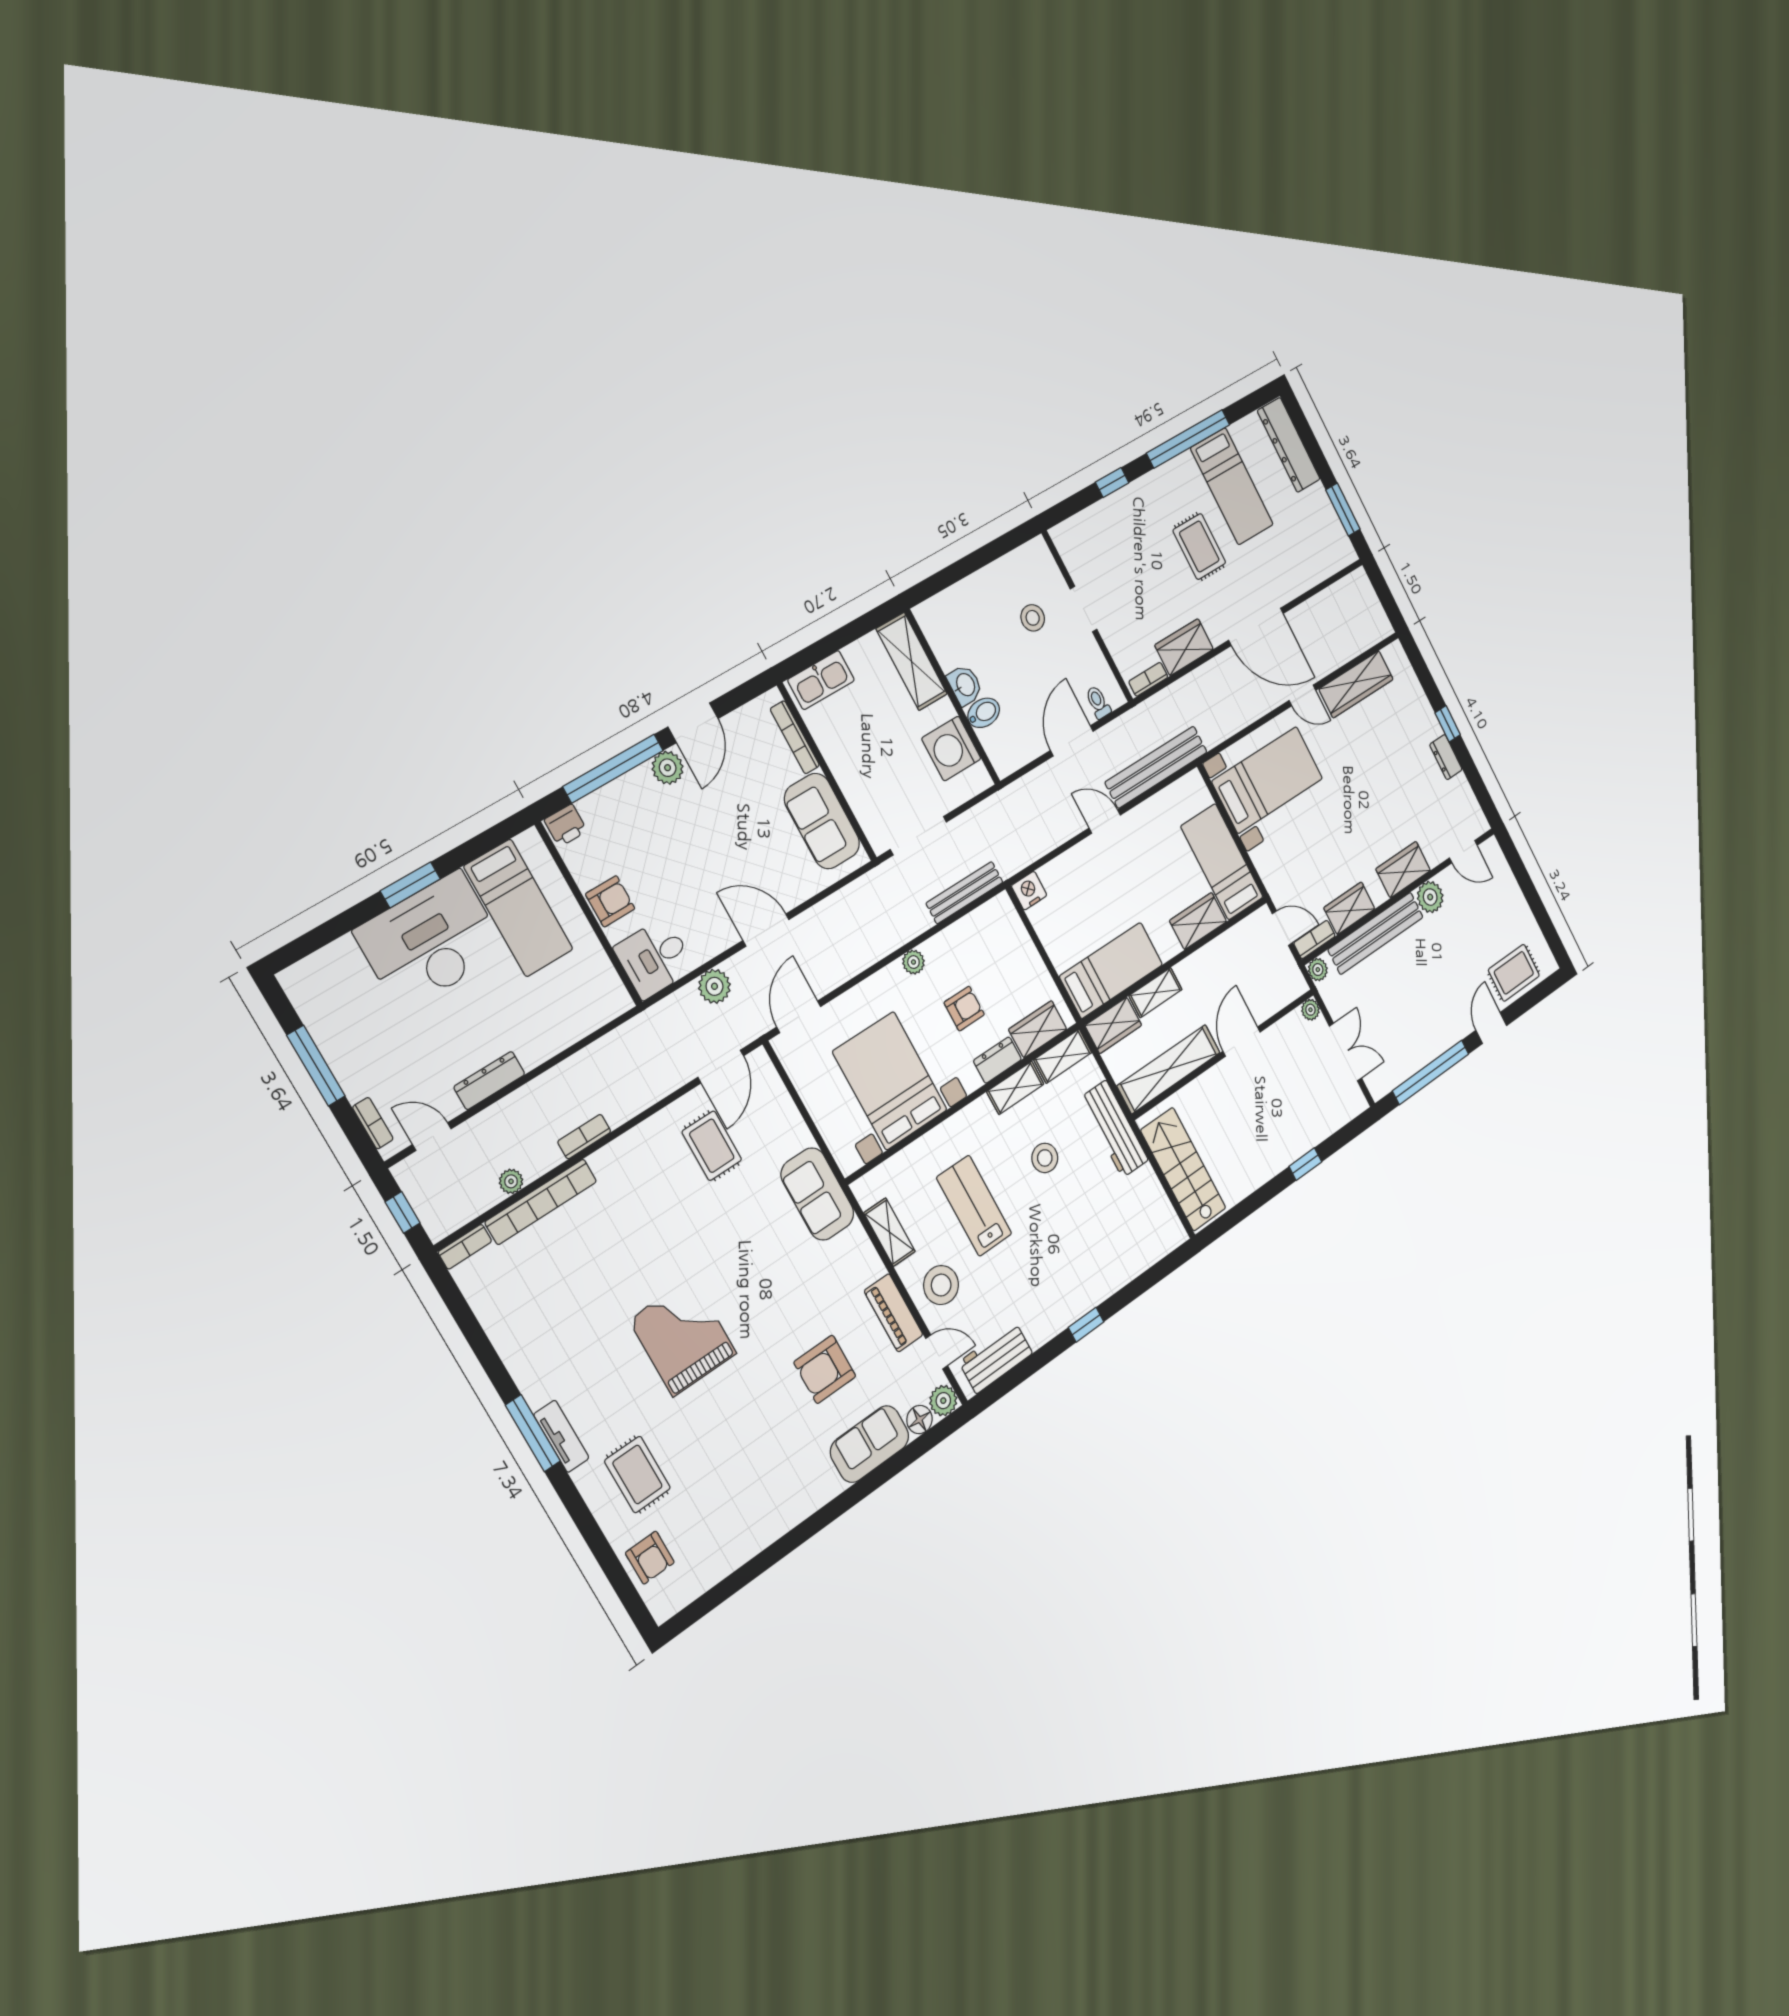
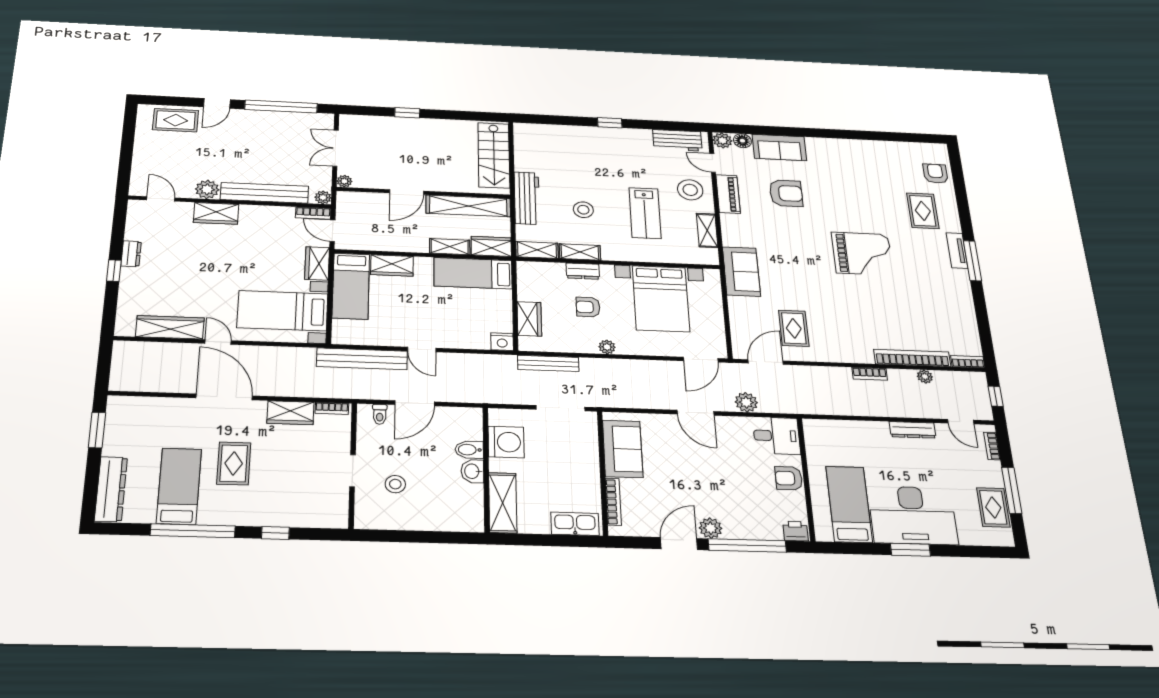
wardrobe: (1349, 908) -> (317, 263), moved, turned 90
rug: (329, 1021) -> (993, 507), added
wardrobe: (1038, 1029) -> (529, 319), moved, turned -90
grand piano: (683, 1337) -> (862, 254), turned -90

